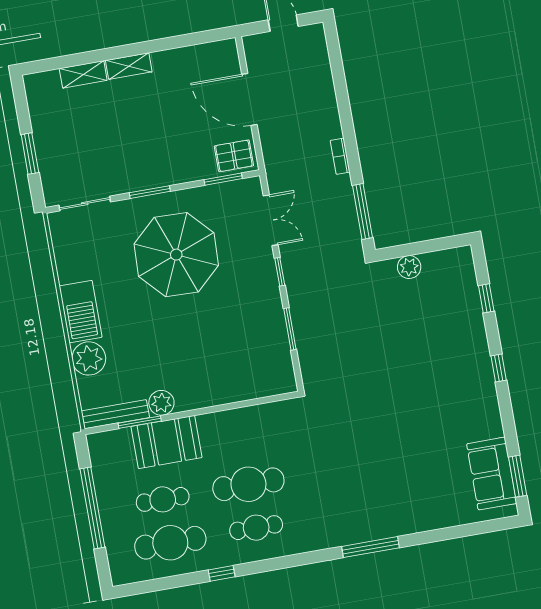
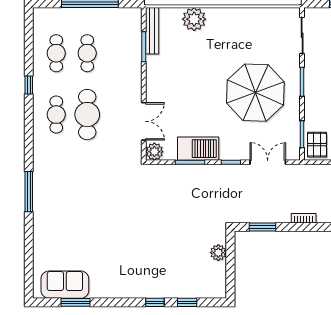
window: (362, 211) -> (263, 227), width x0.69
double door: (271, 220) -> (268, 162), swing flipped
barbecue: (81, 312) -> (198, 149), moved, turned 180
window: (499, 368) -> (155, 302), moved
plant: (161, 403) -> (154, 152), moved
double door: (244, 404) -> (144, 121), added
booth: (167, 442) -> (127, 63), removed
window: (518, 476) -> (75, 302), moved
cafe table: (170, 543) -> (56, 53), width x0.73, depth x0.74

